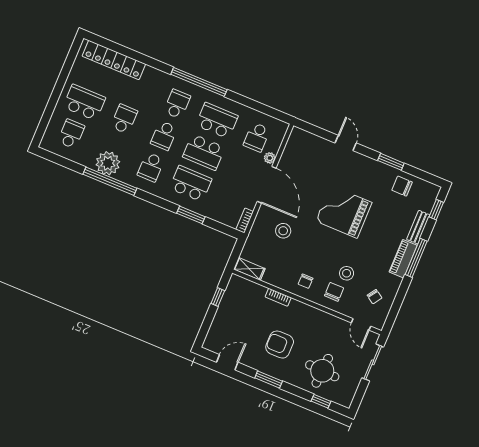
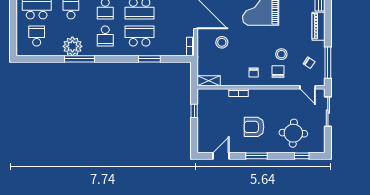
window: (110, 181) -> (79, 59), width x0.68
window: (416, 258) -> (328, 63), moved

